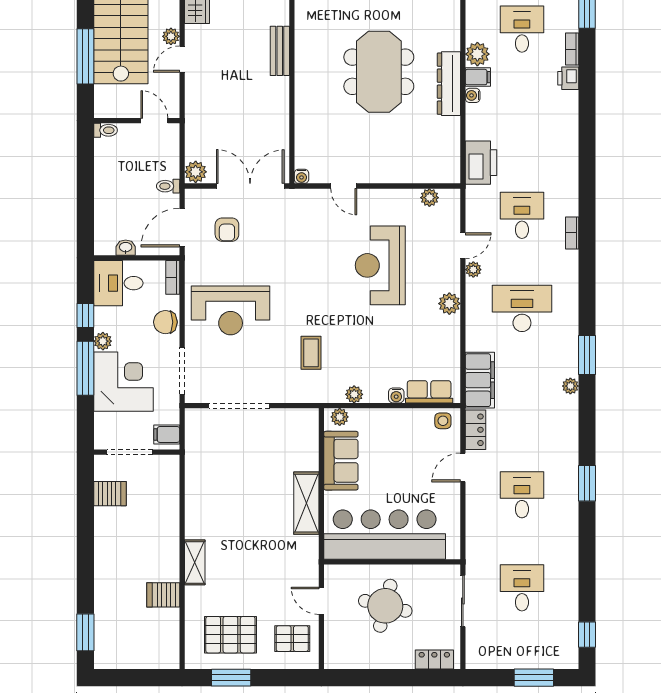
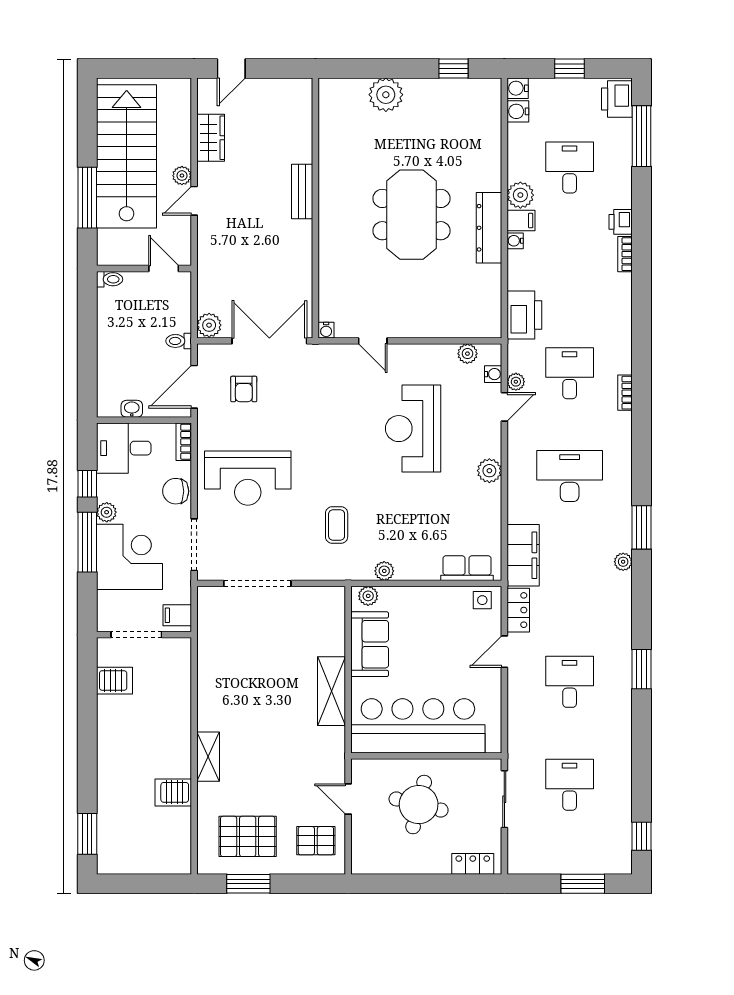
bookcase: (572, 49) -> (625, 254), moved
plant: (473, 270) -> (516, 382), moved
water cooler: (396, 395) -> (493, 374), moved, turned -90

